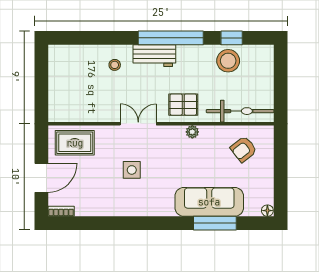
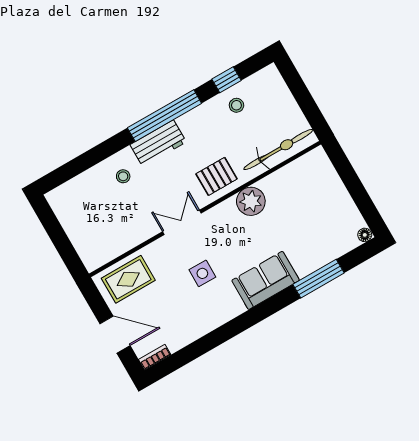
stool: (228, 61) -> (236, 105), width x0.53, depth x0.53
plant: (192, 132) -> (251, 201), width x1.88, depth x1.88
armchair: (244, 149) -> (304, 186), removed
door: (41, 178) -> (115, 335), hinge flipped
sofa: (209, 202) -> (266, 280), moved, width x0.73

